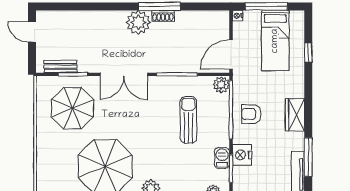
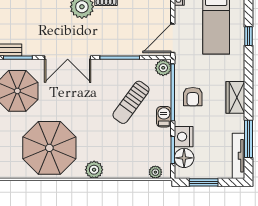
armchair: (251, 114) -> (193, 97), turned -90
sun lounger: (188, 120) -> (131, 102), turned -144
barbecue: (222, 158) -> (164, 117), moved
floor lamp: (242, 177) -> (184, 158), added

